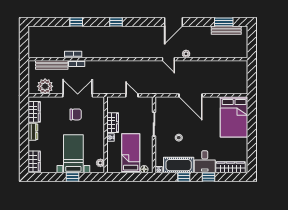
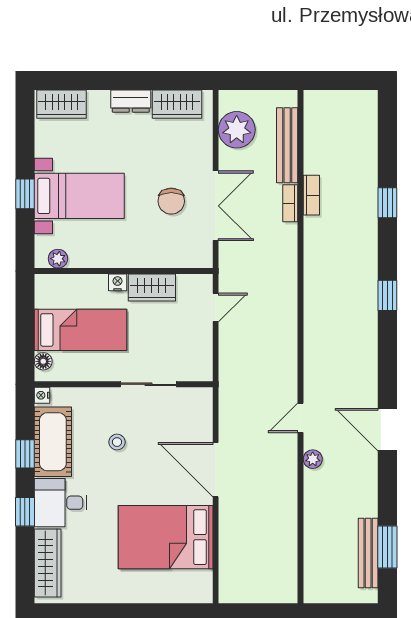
door: (132, 95) -> (216, 307), moved
door: (191, 95) -> (216, 470), hinge flipped
bed: (234, 117) -> (166, 537), moved

